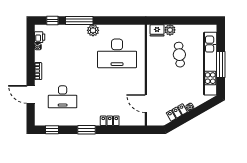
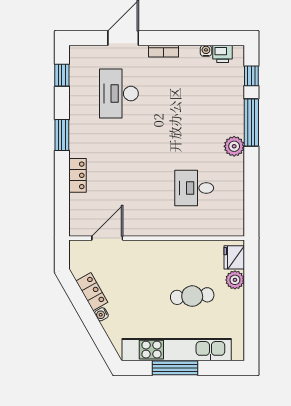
desk: (117, 53) -> (194, 188), width x0.53, depth x0.77

